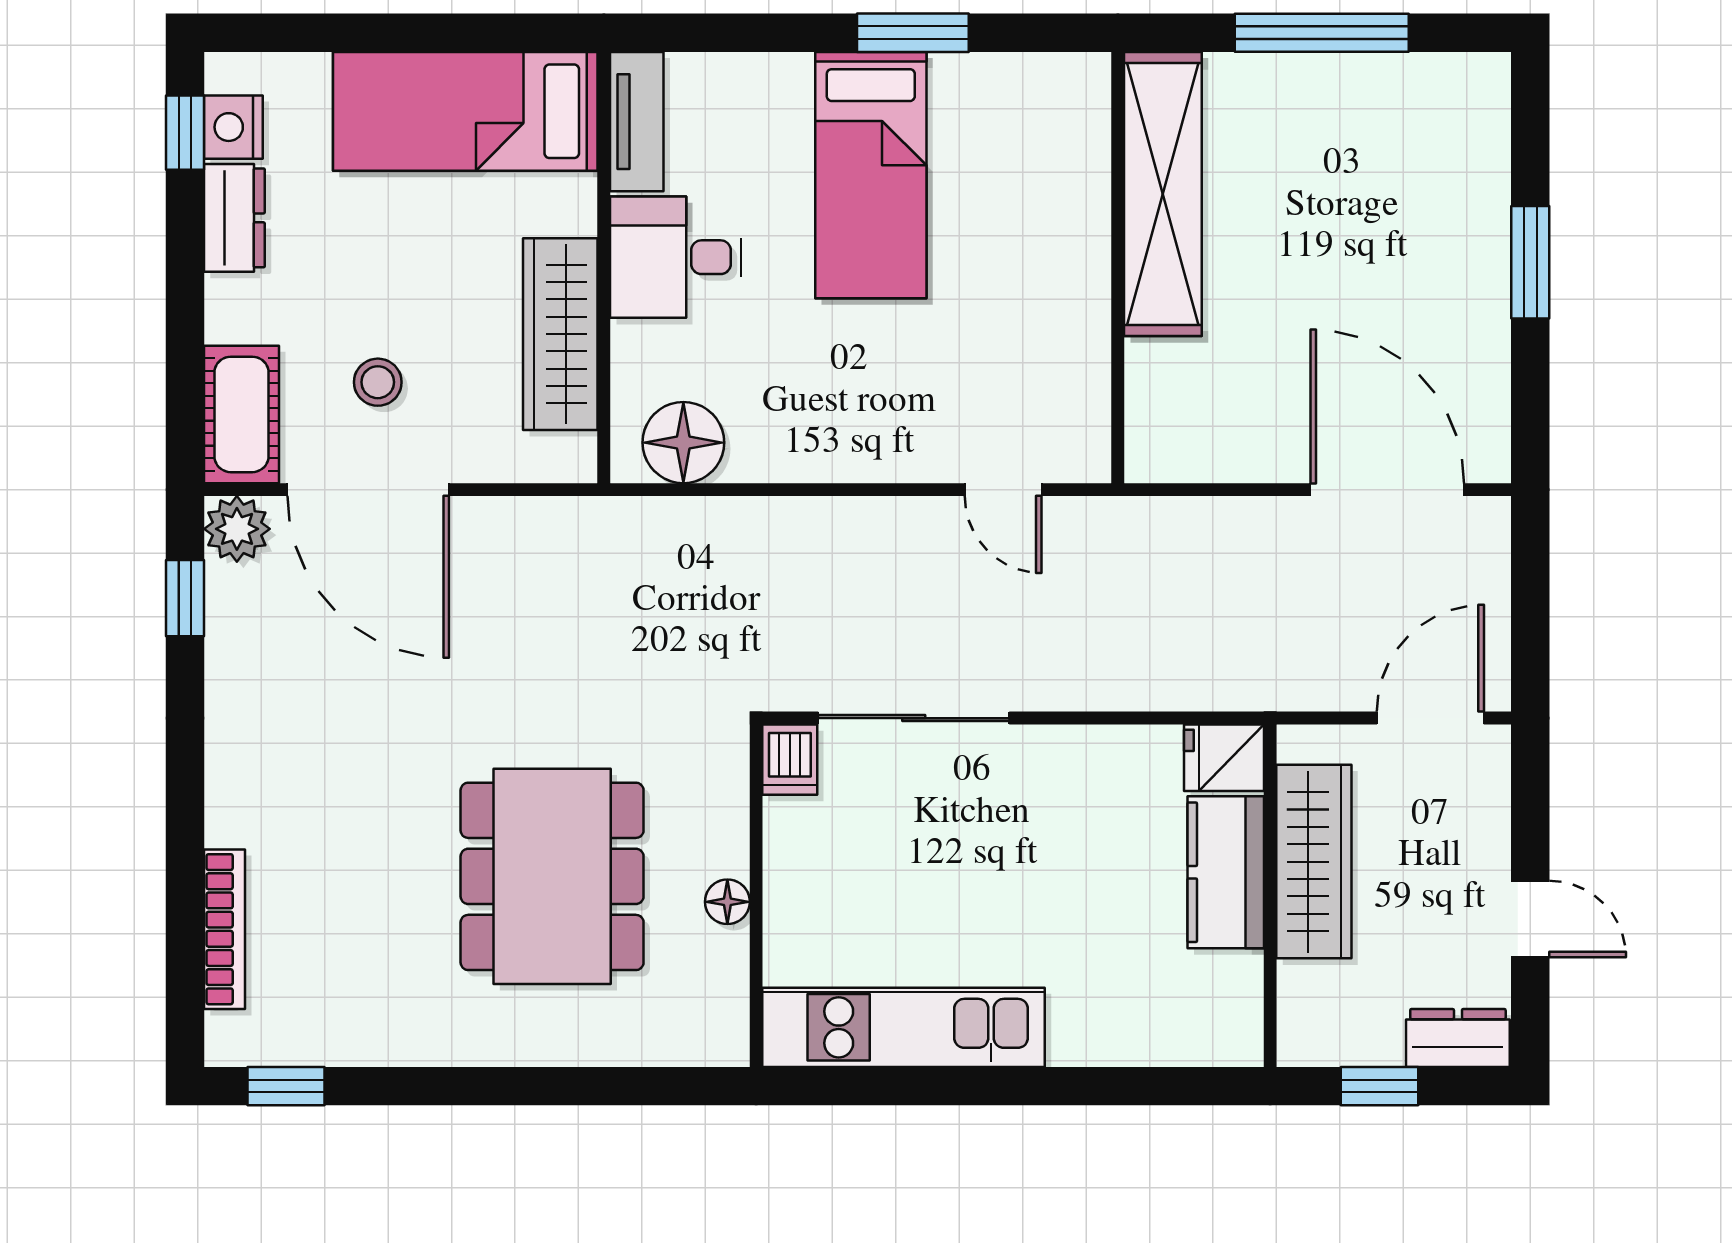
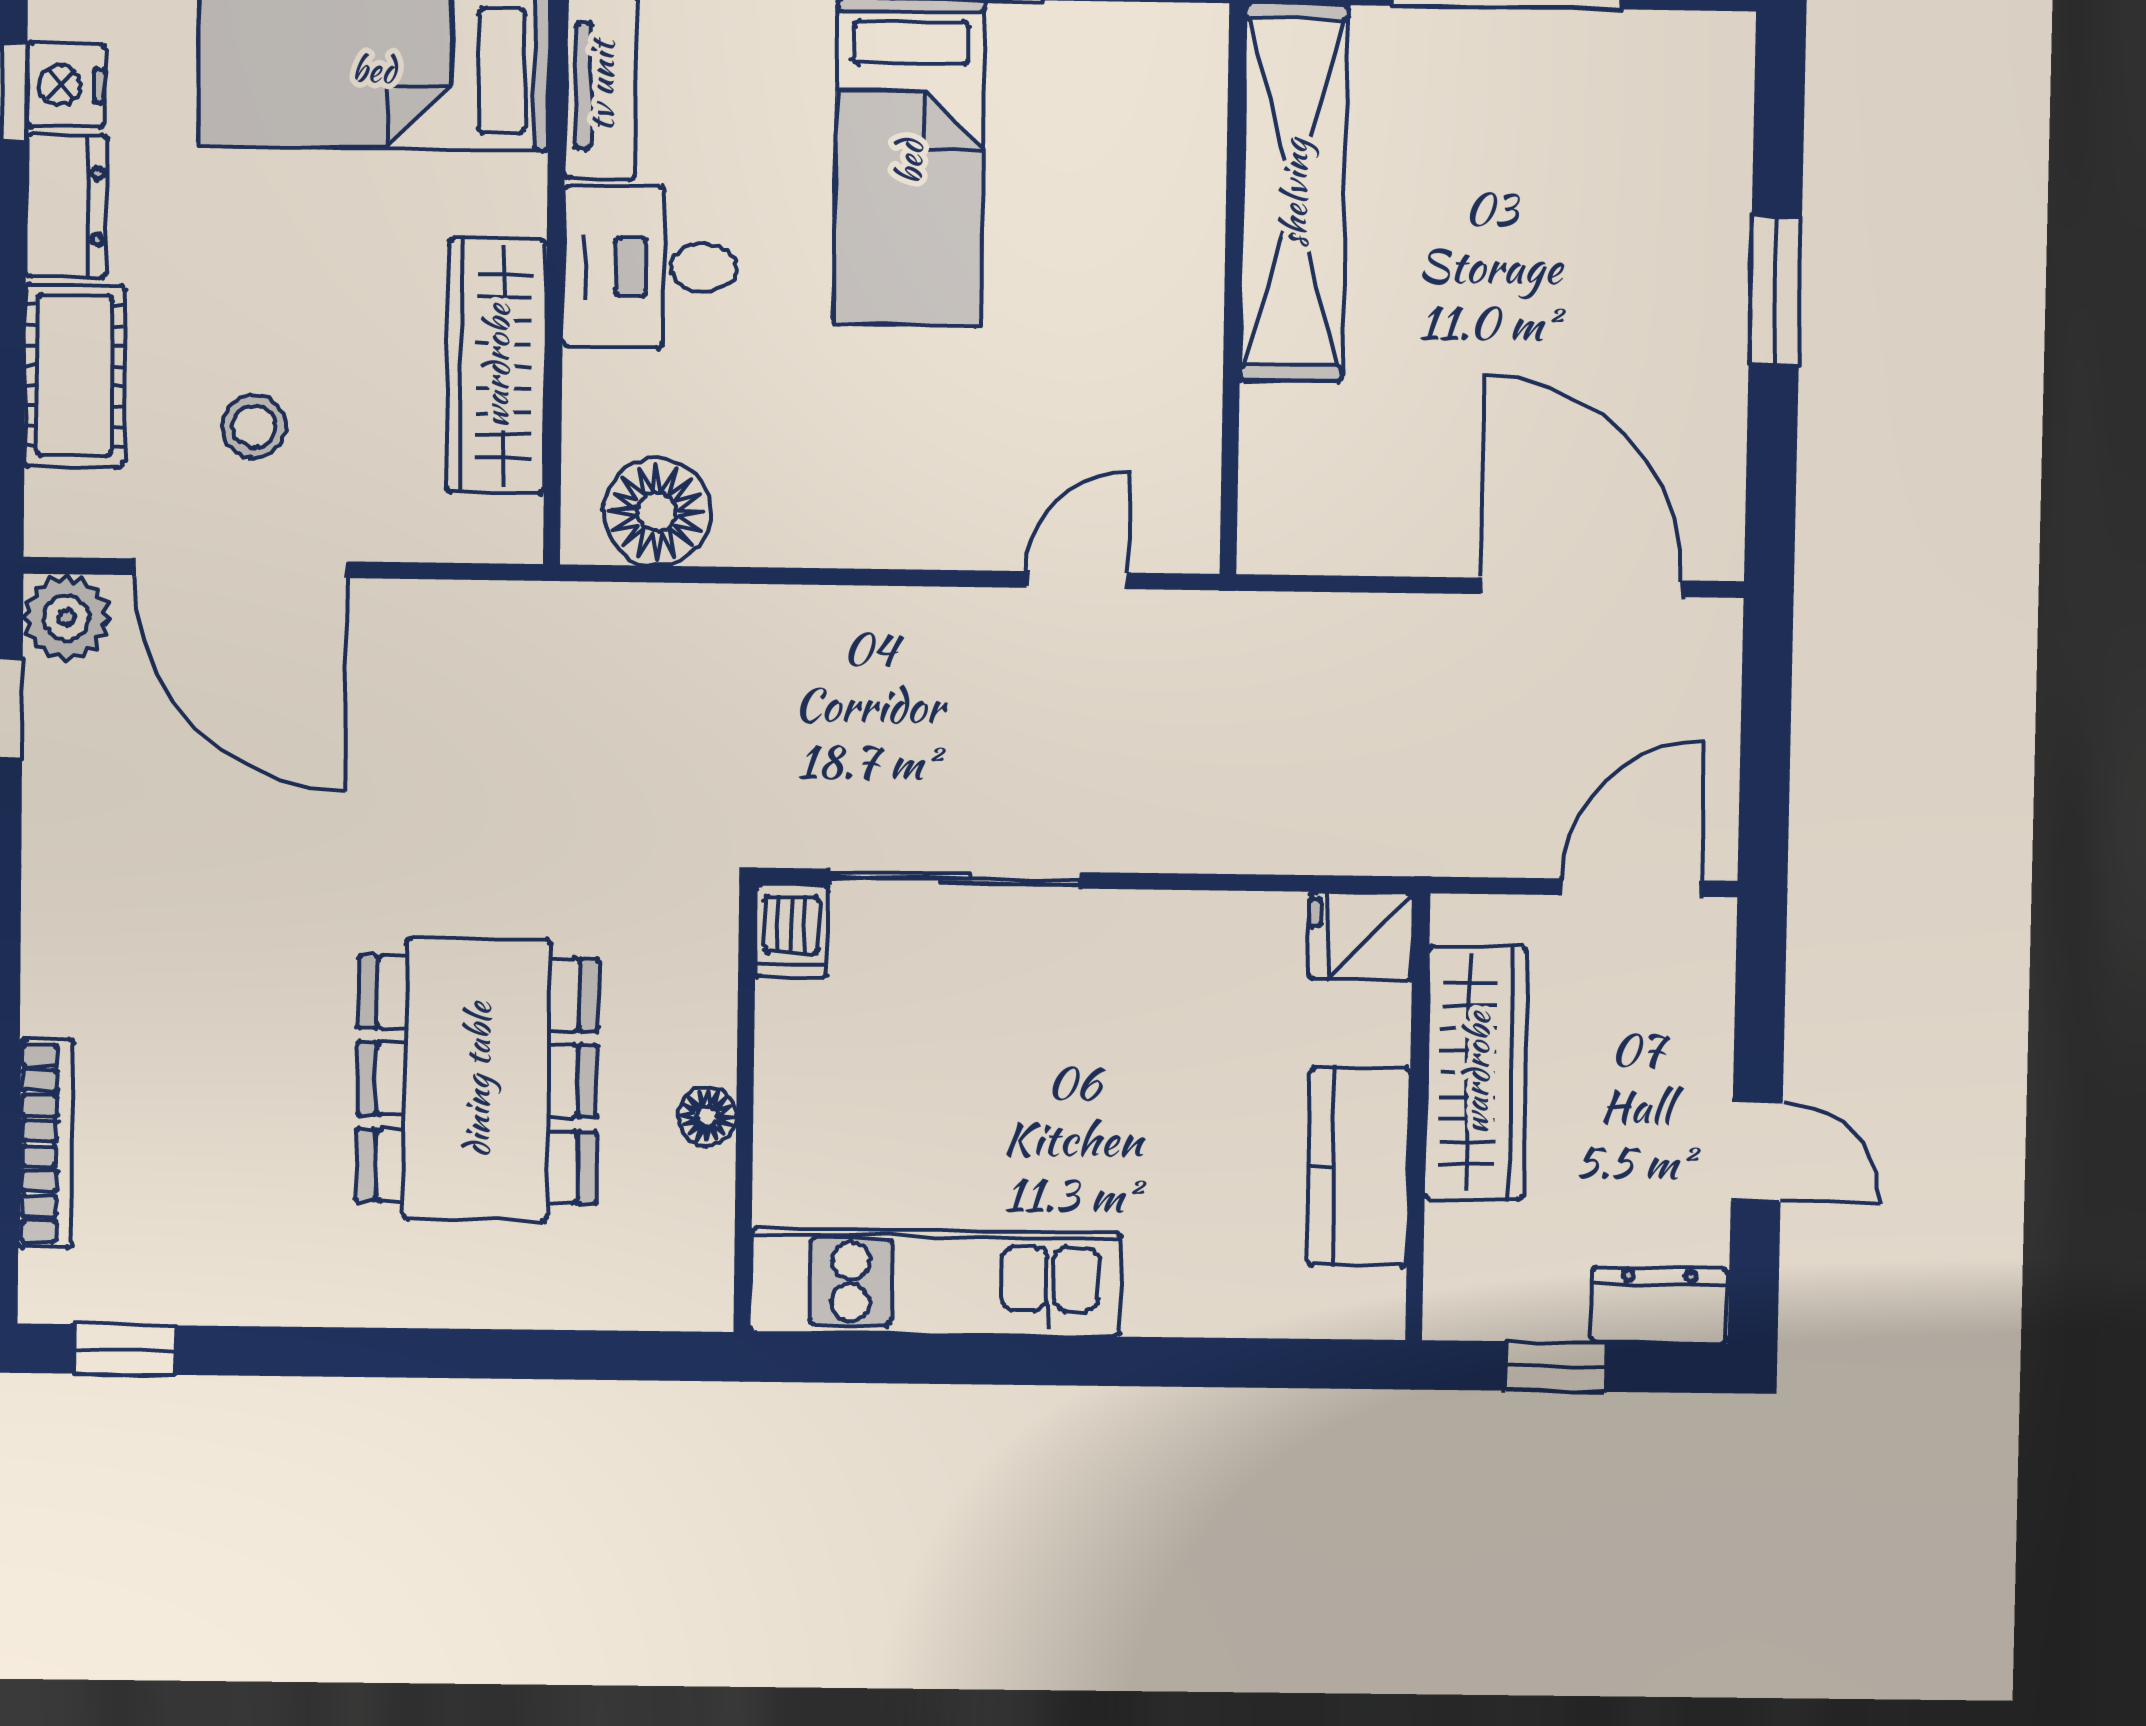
cot: (241, 414) -> (74, 376), moved
door: (1003, 490) -> (1077, 580), swing flipped
kitchen counter: (1226, 872) -> (1359, 1167), moved

